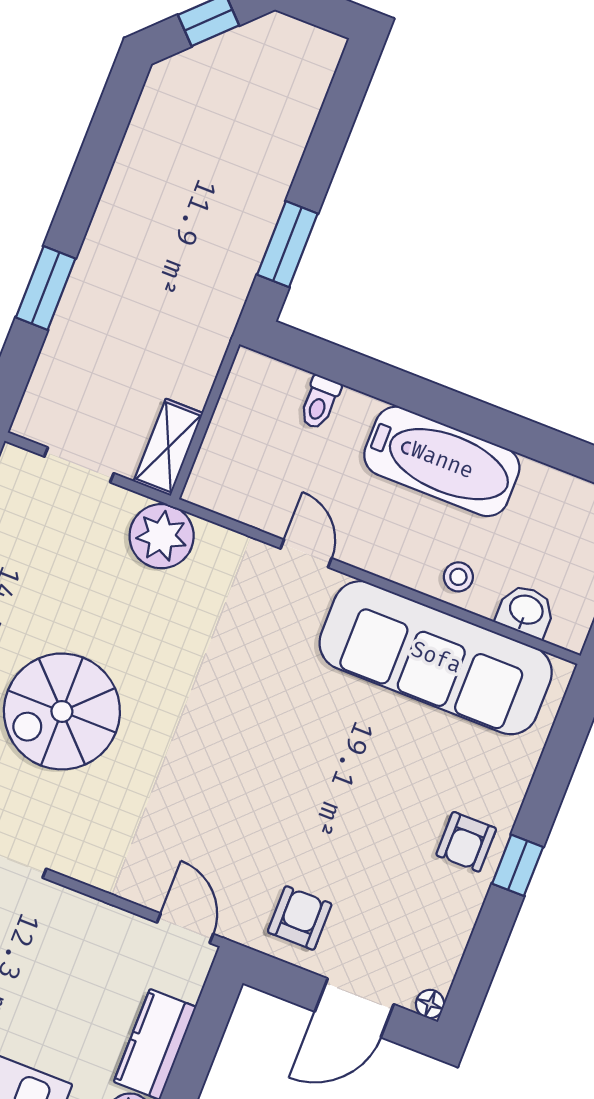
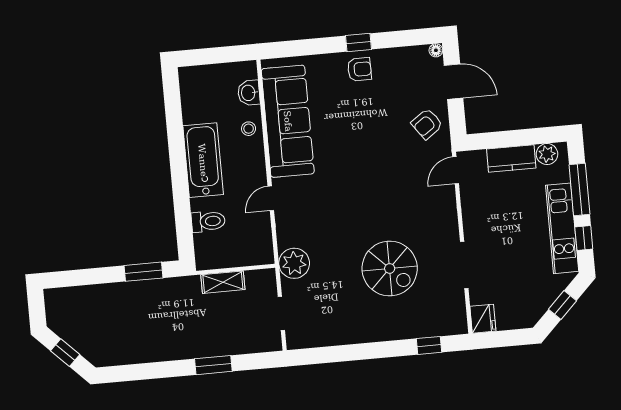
toilet: (320, 402) -> (208, 221), width x1.37, depth x1.39
shelving: (168, 447) -> (223, 282), moved
armchair: (300, 918) -> (427, 124), turned -36

